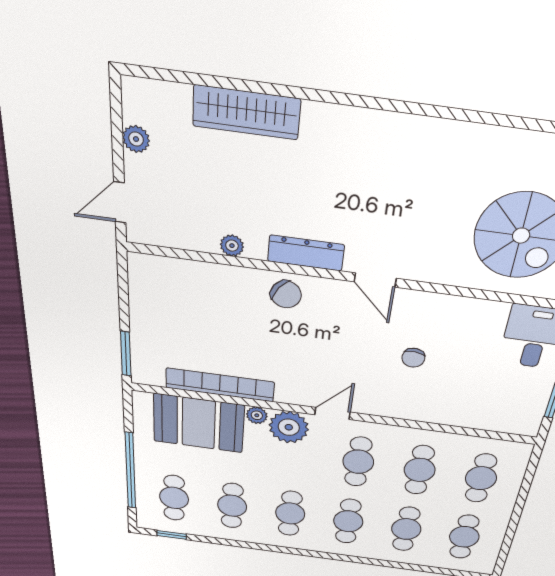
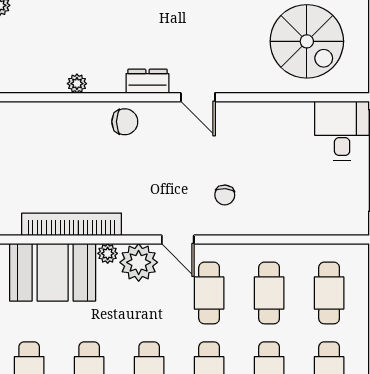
dresser: (306, 253) -> (147, 81), width x0.70
chair: (286, 294) -> (125, 122), turned -36
chair: (413, 358) -> (225, 195), moved
door: (332, 413) -> (178, 240), swing flipped

